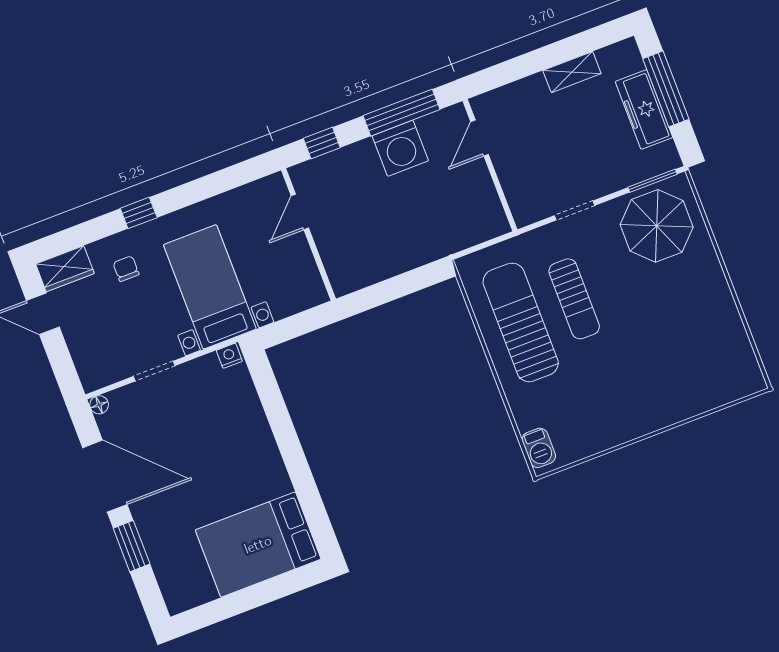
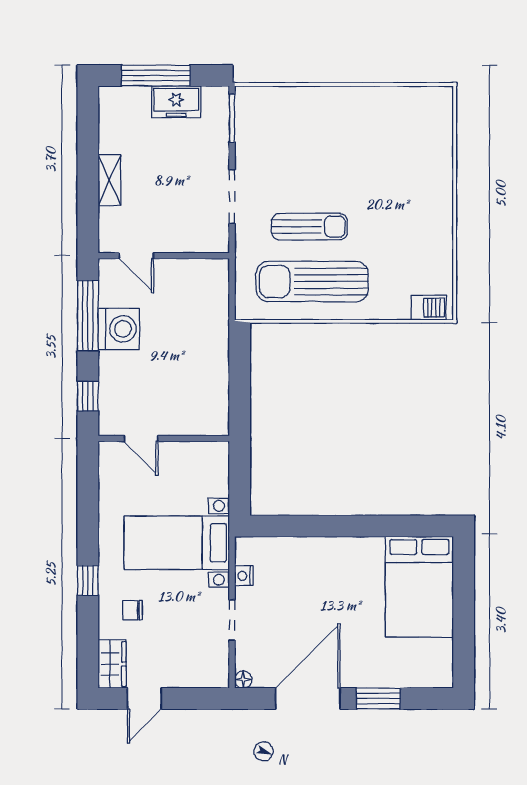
shelving: (572, 72) -> (109, 180), moved
freezer: (644, 110) -> (176, 102), width x0.71
doorway: (575, 210) -> (232, 197), width x1.38
parasol: (657, 226) -> (273, 130), removed
nightstand: (229, 356) -> (244, 576), moved

